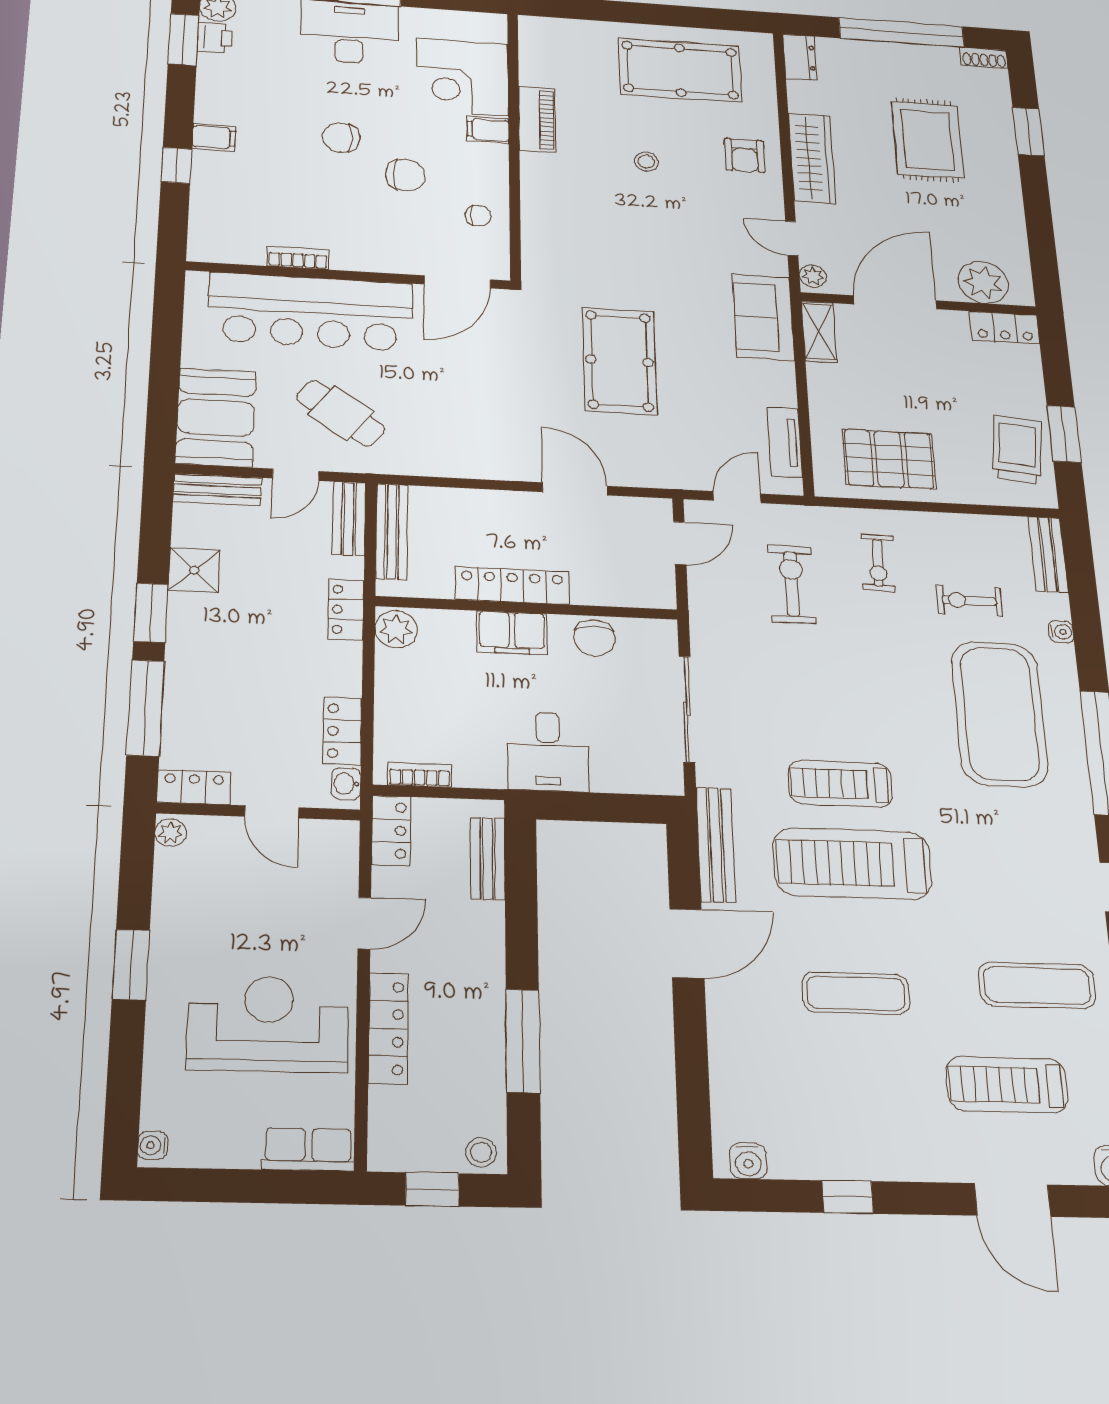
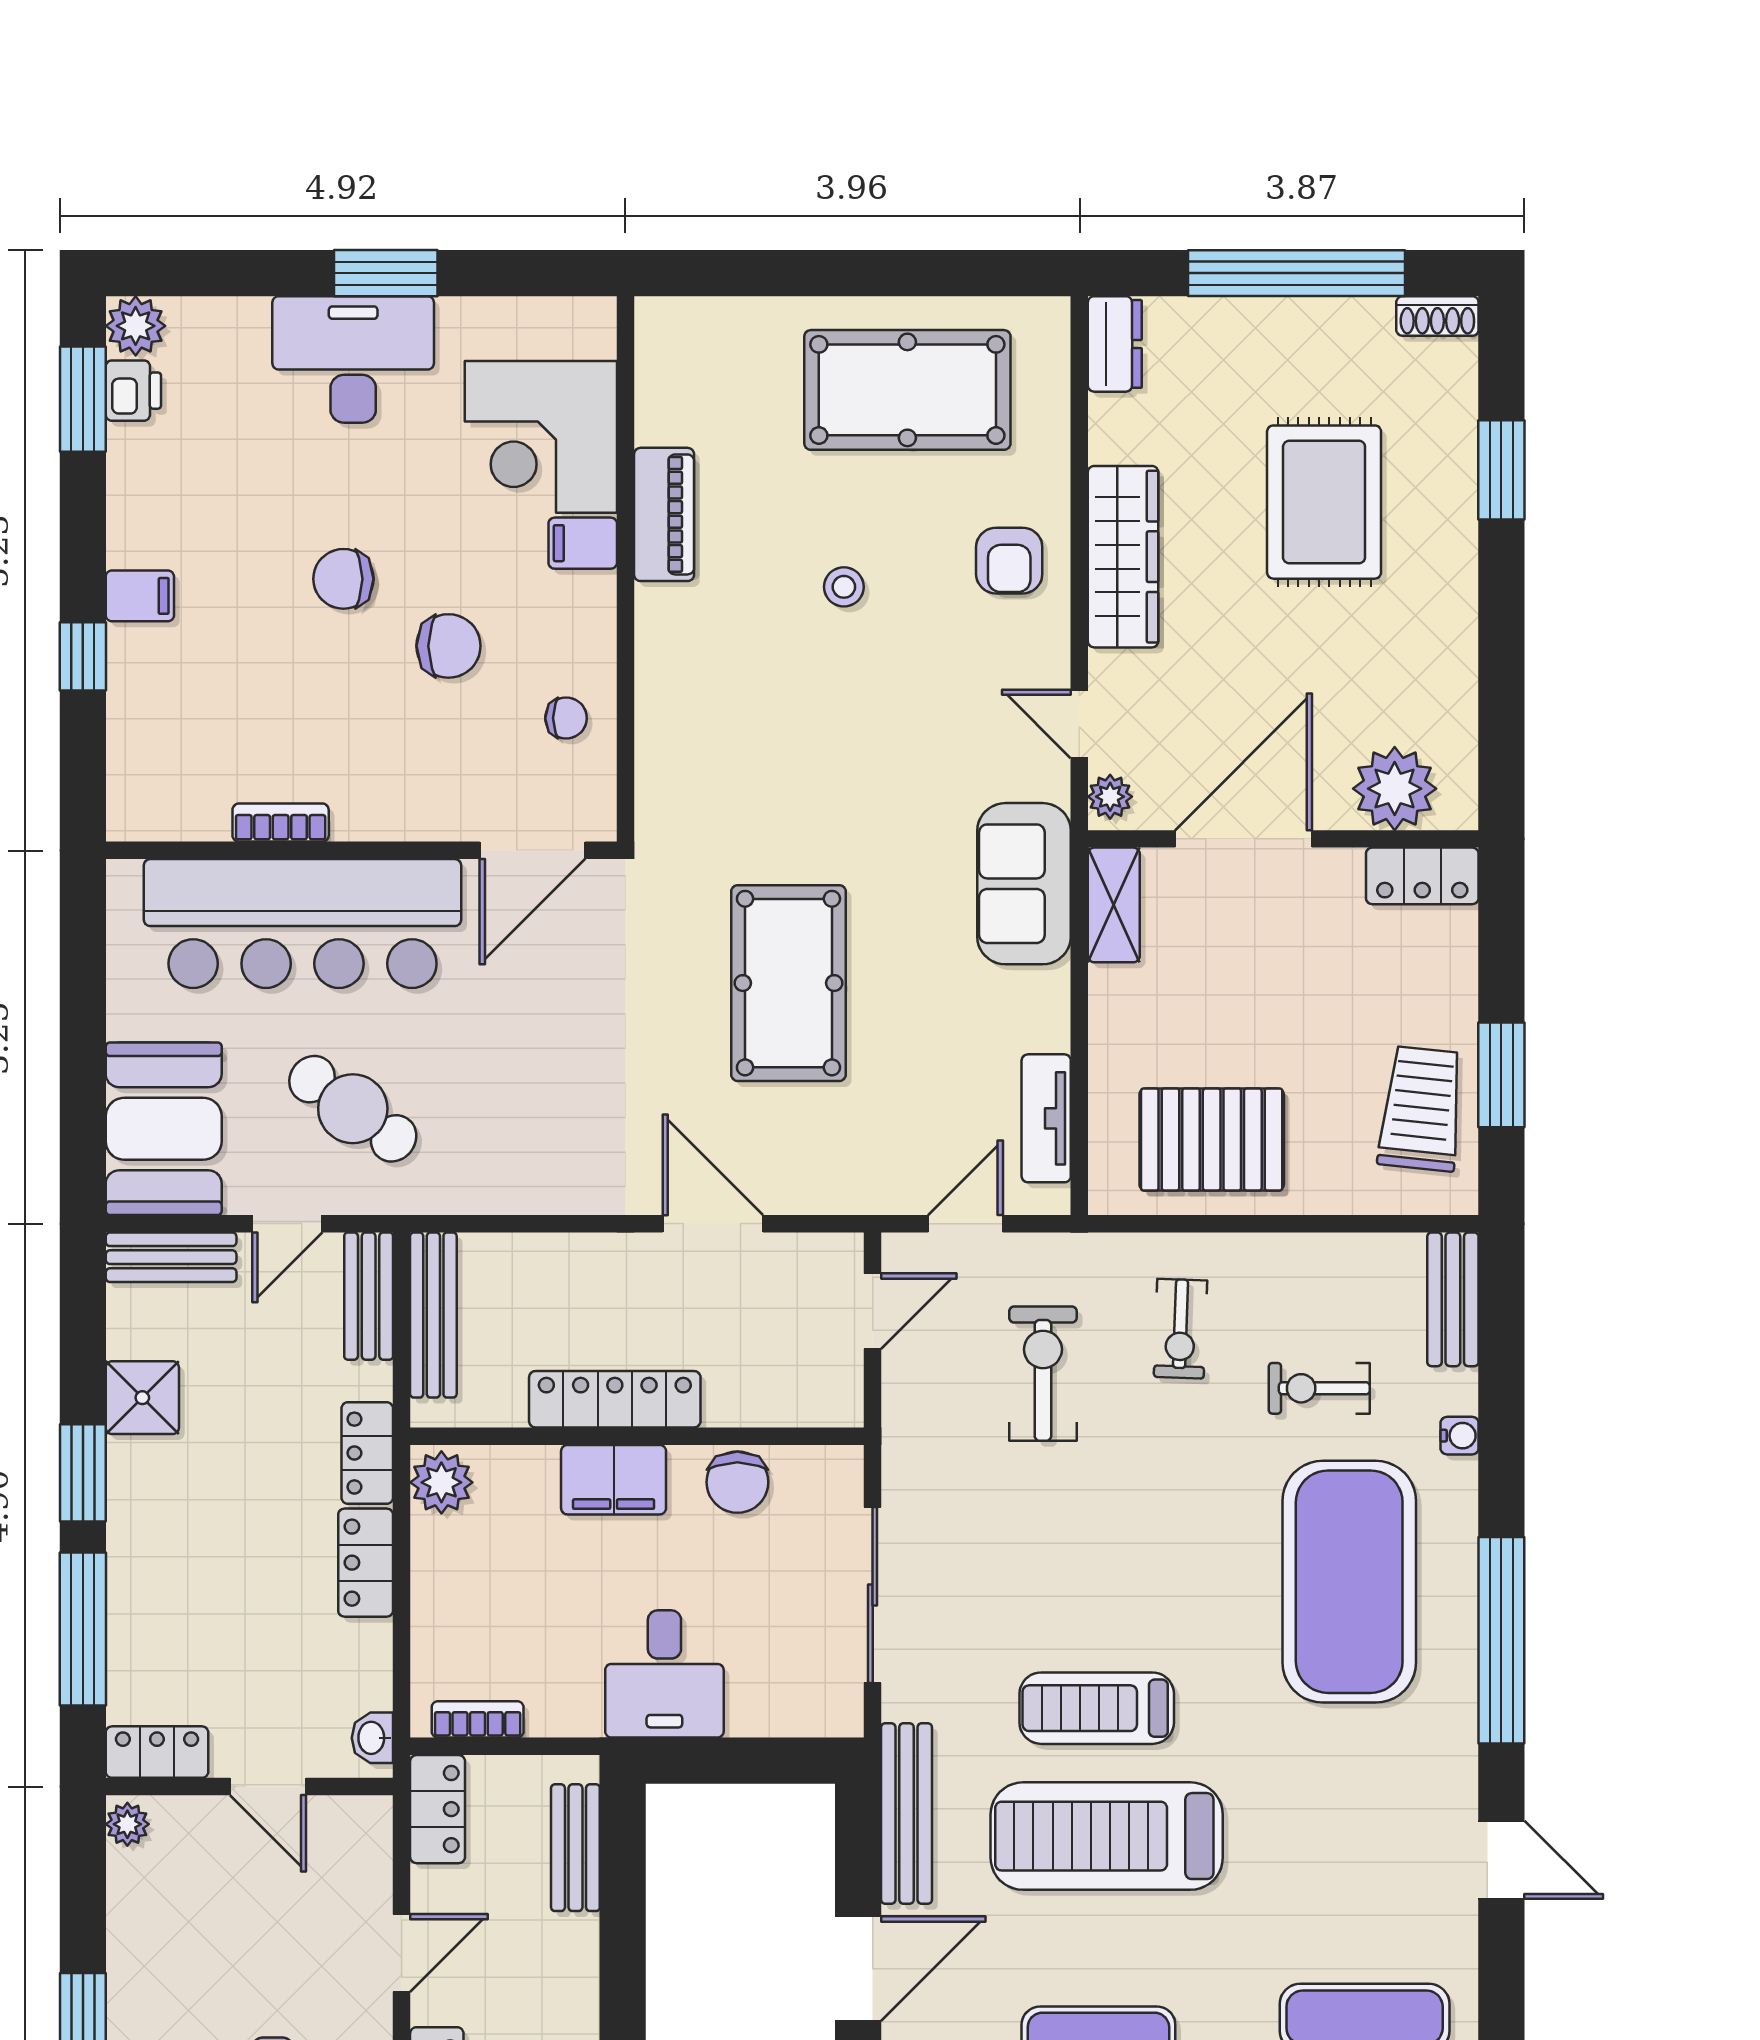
locker: (342, 731) -> (366, 1563), moved

